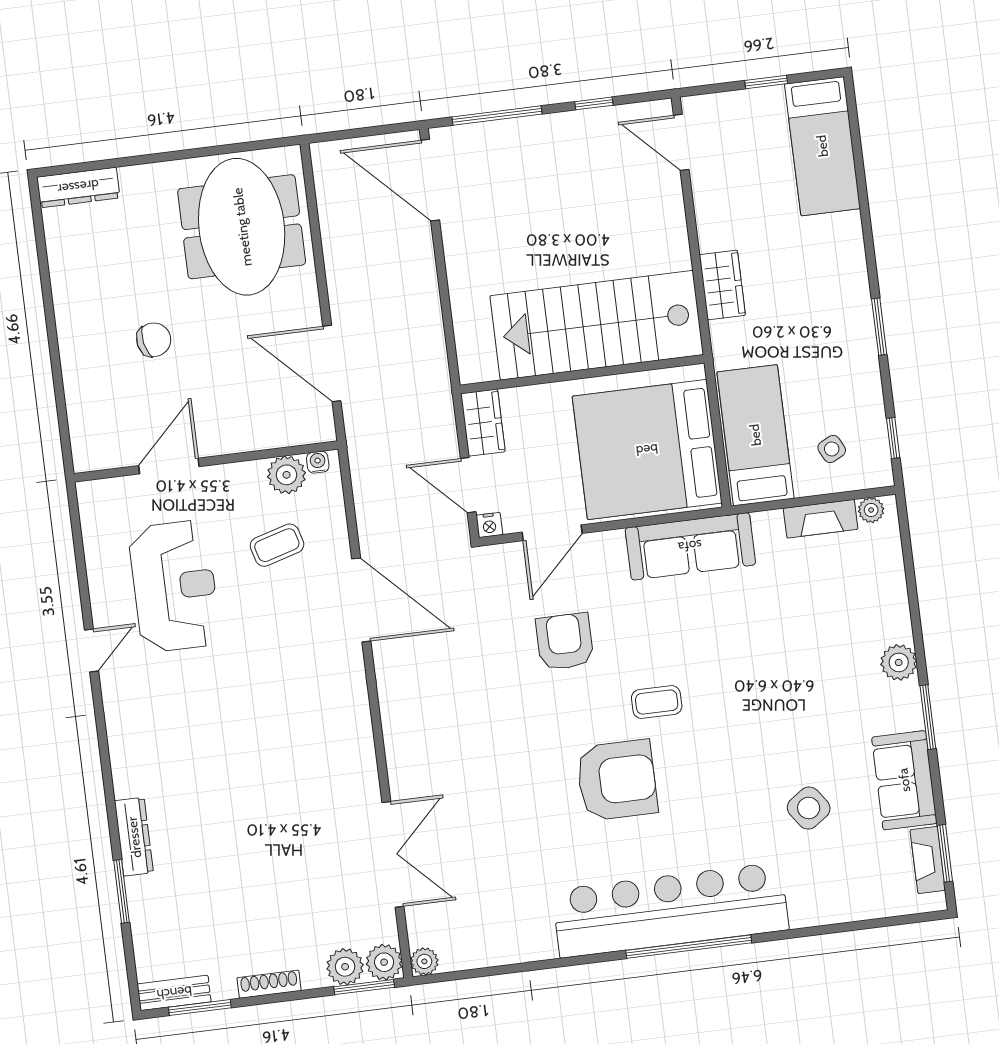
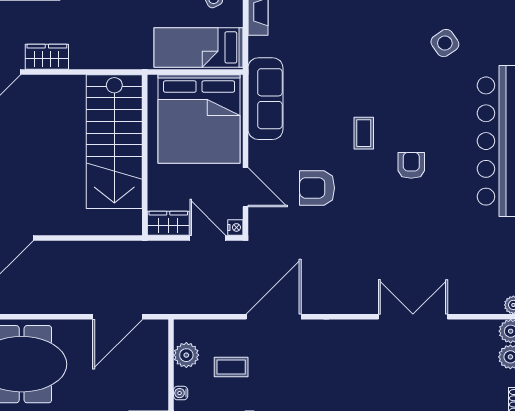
wardrobe: (722, 285) -> (47, 57), moved
water cooler: (318, 462) -> (181, 393), moved
door: (468, 485) -> (208, 238), swing flipped
coffee table: (277, 545) -> (231, 367), turned -74
armchair: (617, 780) -> (411, 165), width x0.53, depth x0.53
double door: (393, 854) -> (413, 317), moved

